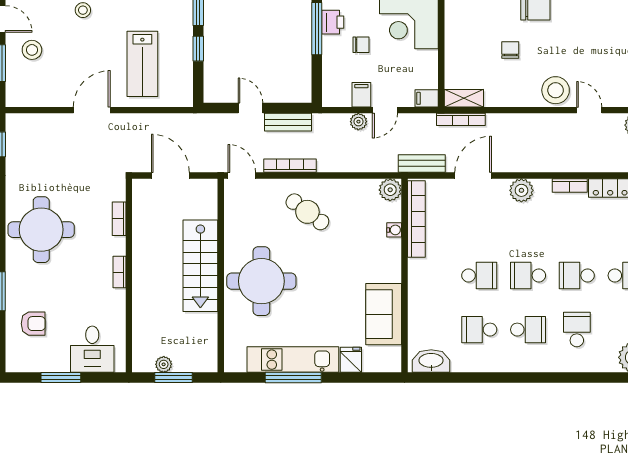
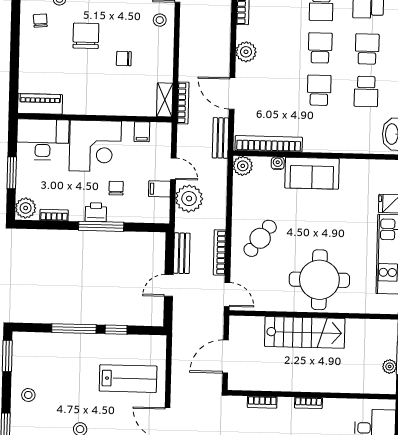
stool: (556, 90) -> (160, 20), width x0.53, depth x0.53
filing cabinet: (427, 98) -> (142, 132), moved
plant: (358, 122) -> (189, 199), width x1.88, depth x1.88
door: (242, 175) -> (227, 294), swing flipped
school desk: (528, 275) -> (320, 48), turned 180
sofa: (384, 314) -> (312, 173), moved

